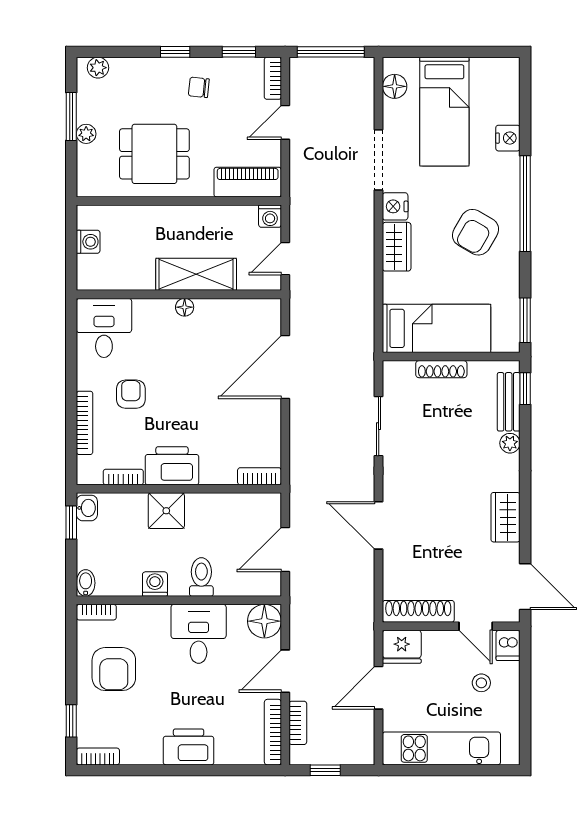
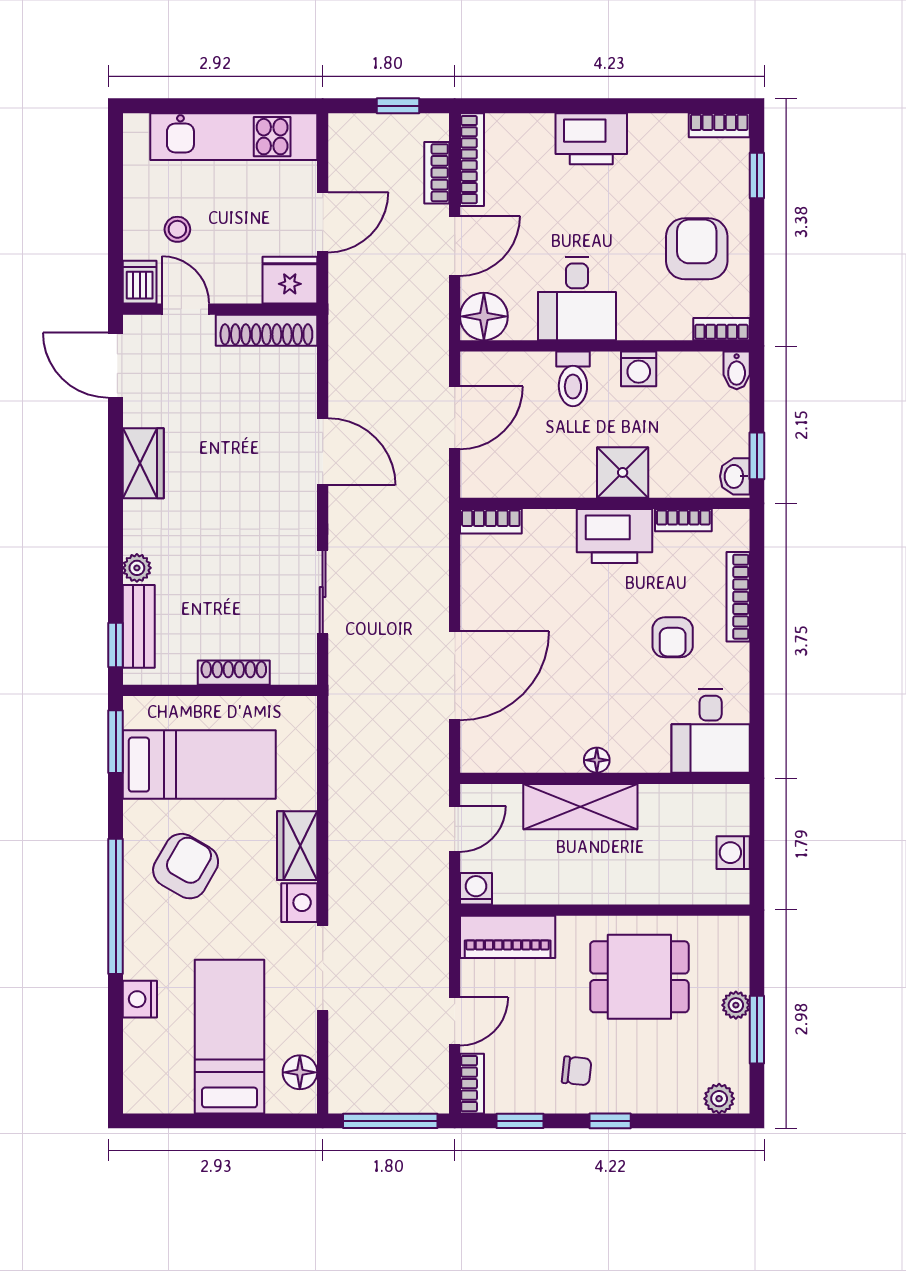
bed: (436, 328) -> (199, 765), moved, turned 180

